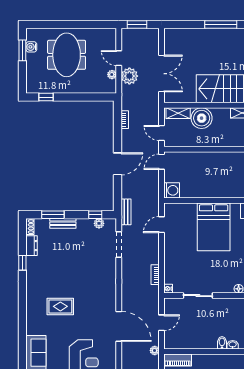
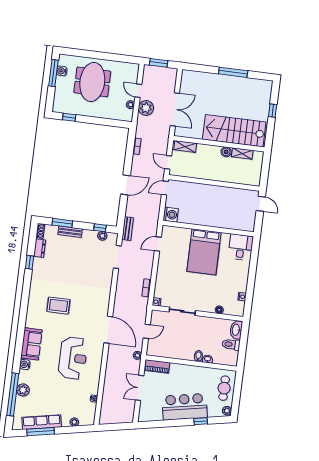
window: (22, 50) -> (53, 73), width x1.44
boiler: (202, 118) -> (226, 152), moved, width x0.54, depth x0.54

